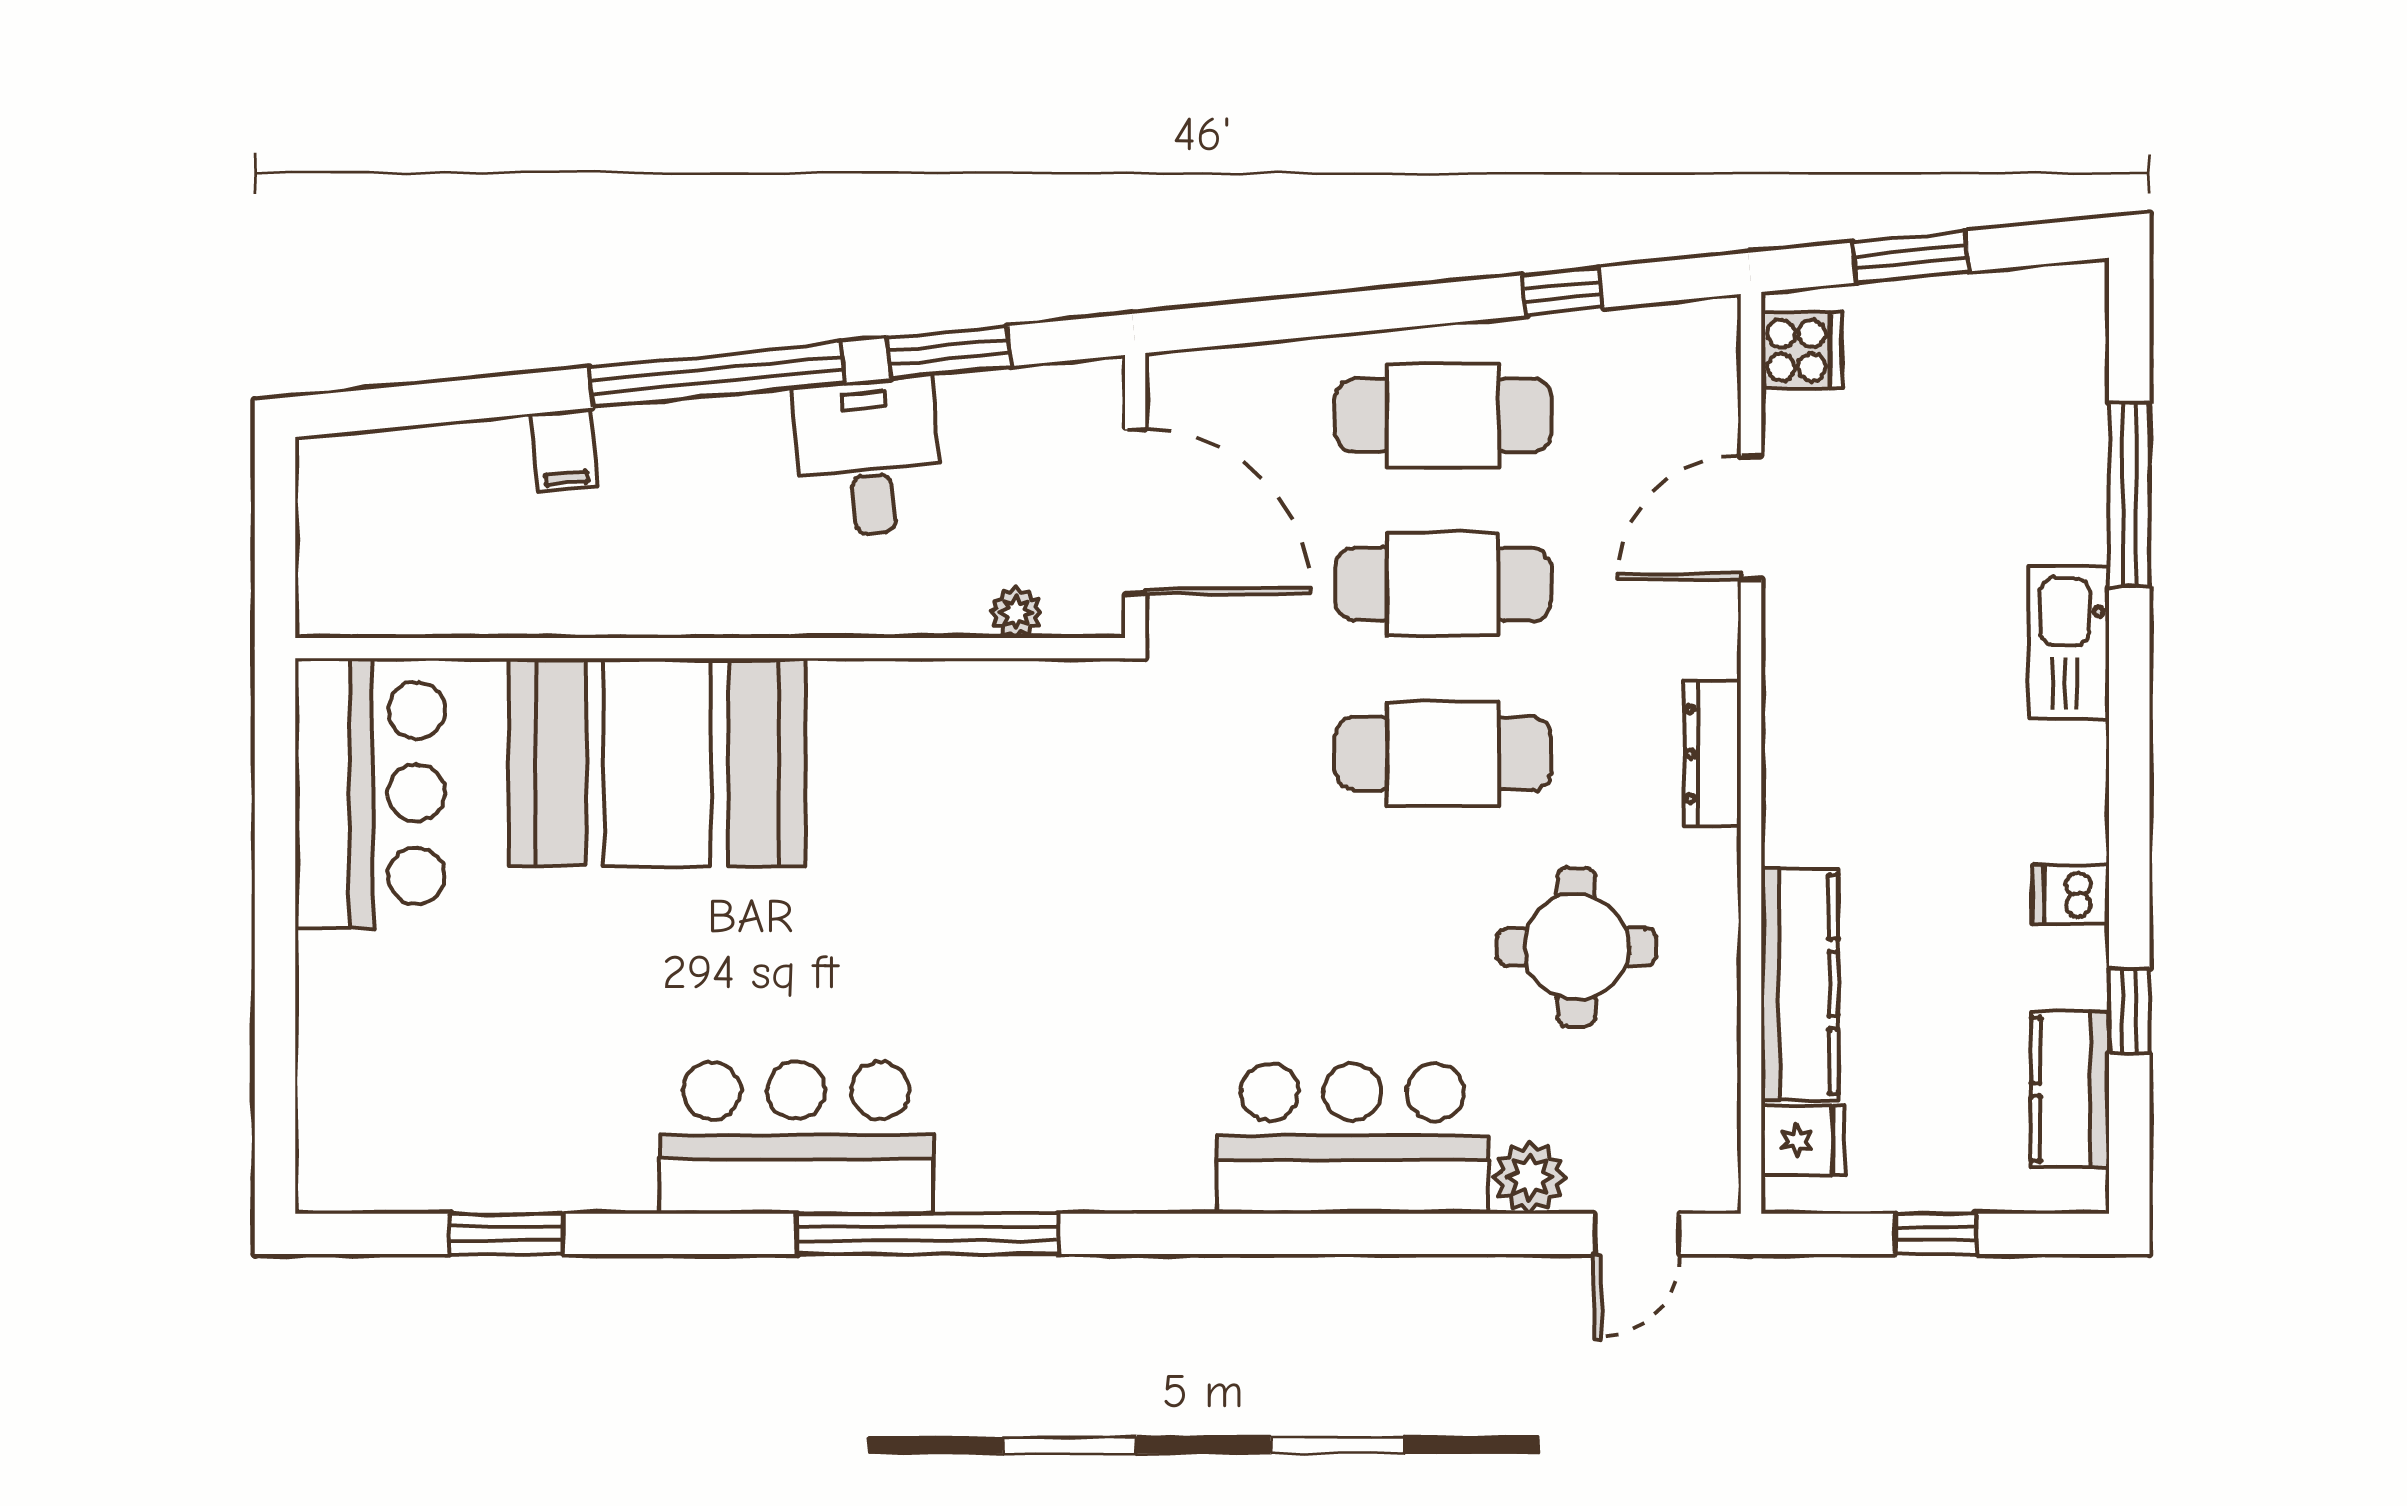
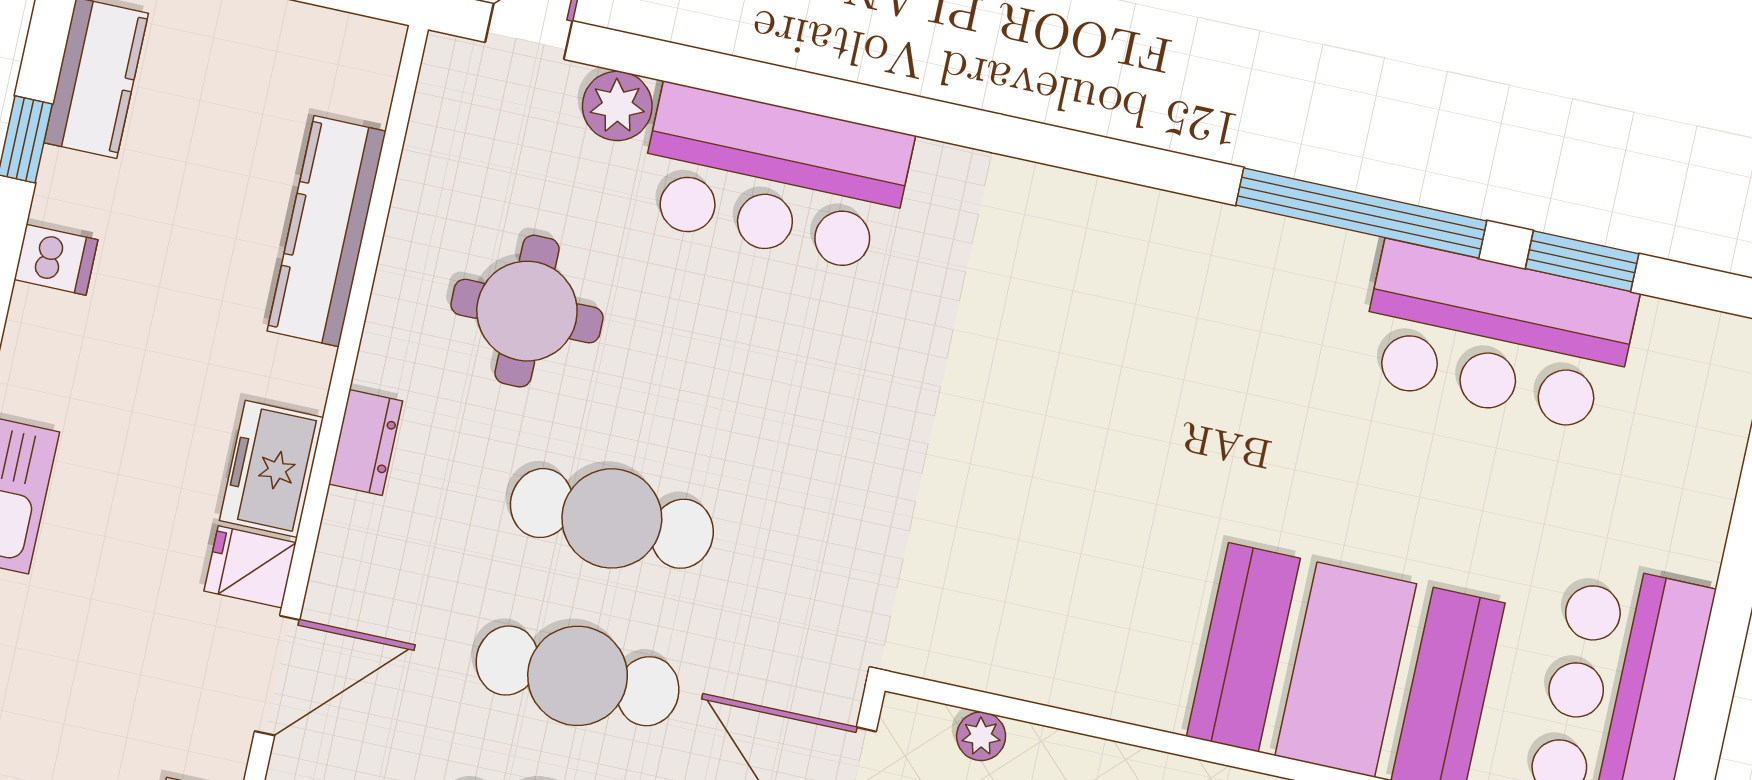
freezer: (1803, 728) -> (271, 469), added
dresser: (1712, 754) -> (366, 443), width x0.70
bar counter: (796, 1138) -> (1497, 336), moved
fridge: (1803, 1140) -> (250, 567), moved
window: (927, 1234) -> (1361, 213), moved

